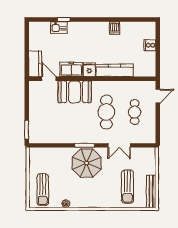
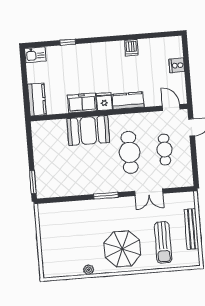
kitchen sink: (59, 27) -> (35, 55), moved
kitchen counter: (115, 70) -> (128, 101), width x0.67
door: (49, 79) -> (171, 108), moved
parasol: (87, 163) -> (122, 249), moved
sun lounger: (43, 190) -> (59, 254), removed
bench: (151, 191) -> (191, 229), moved

